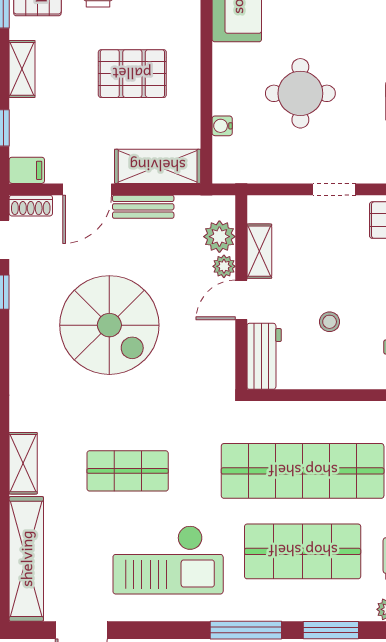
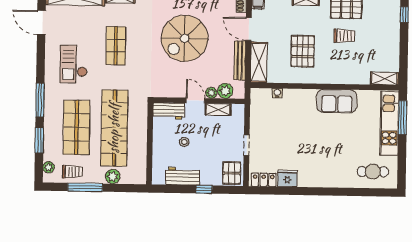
round table: (300, 93) -> (292, 130), removed
bench: (143, 207) -> (240, 60), width x1.36
checkout: (168, 560) -> (74, 64), width x0.73, depth x0.83

